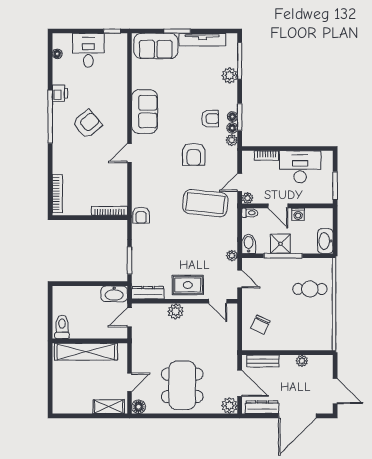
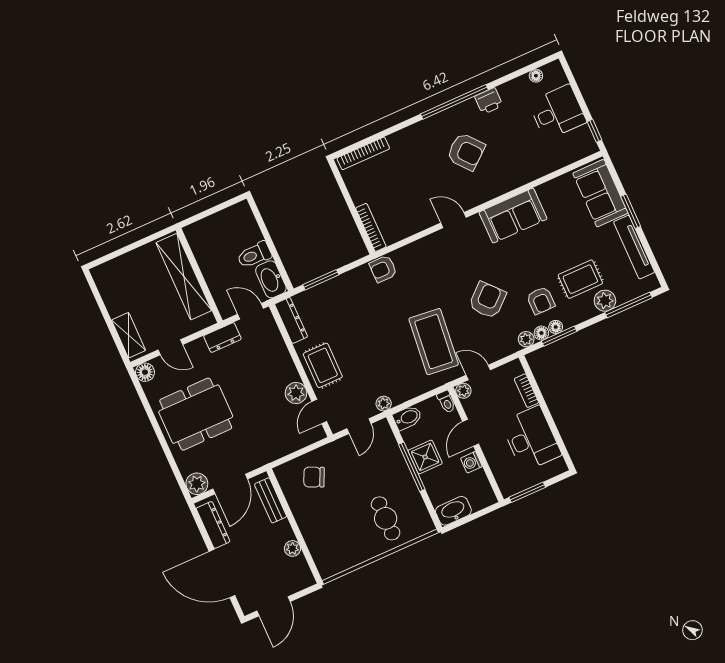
rug: (208, 85) -> (580, 279), added
armchair: (194, 154) -> (487, 300), turned 138
plant: (176, 311) -> (296, 393), moved
toilet: (62, 327) -> (254, 255), moved, turned 180
dresser: (139, 344) -> (222, 338), added

